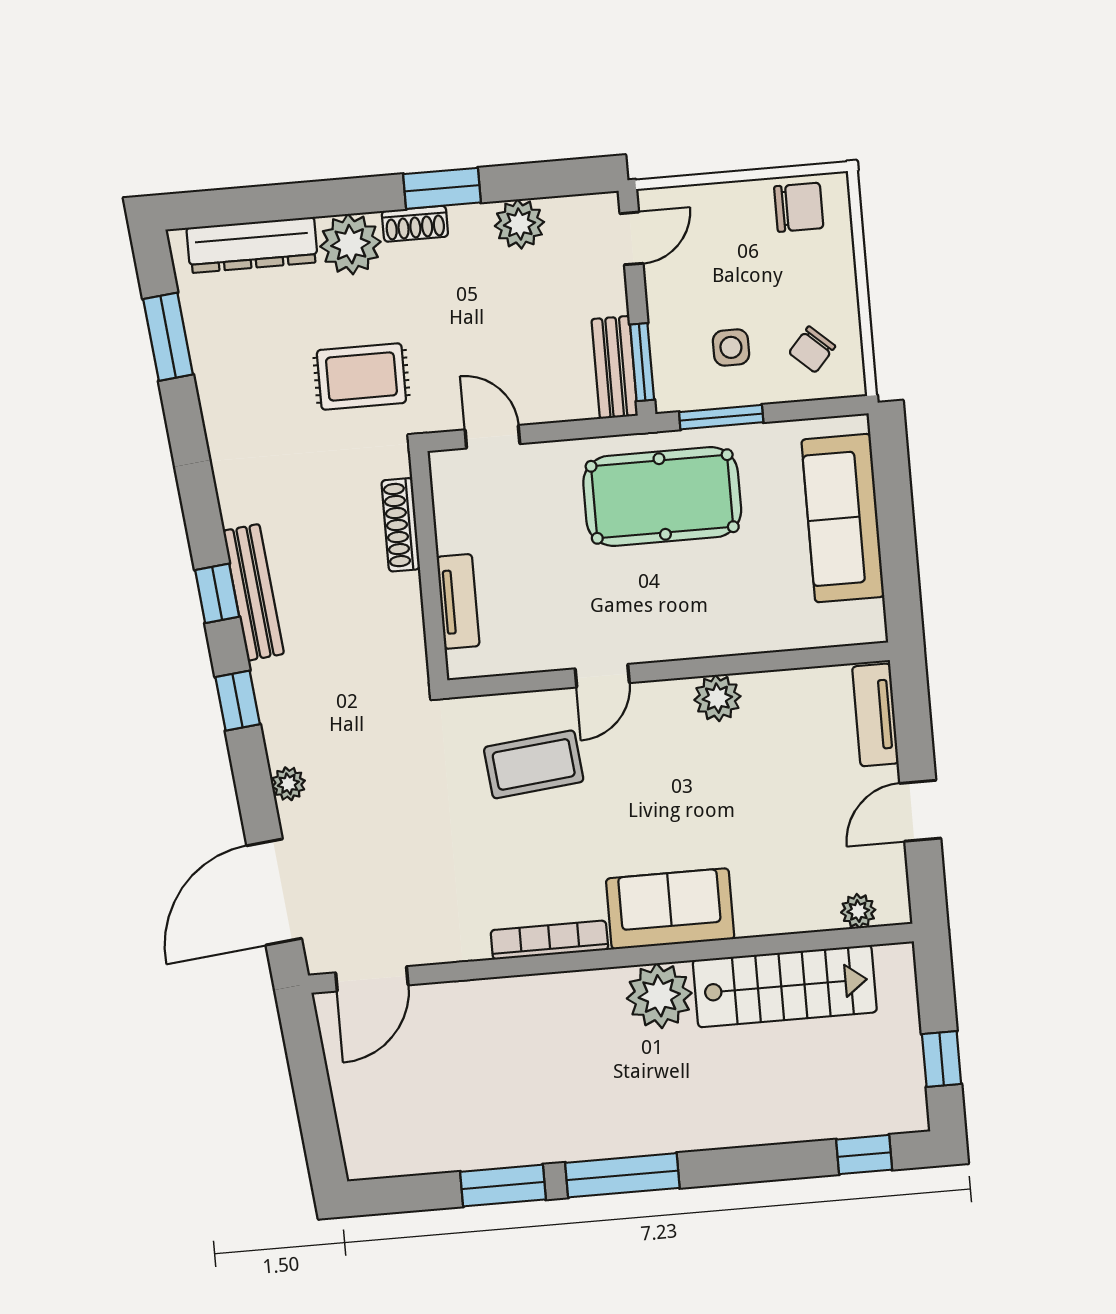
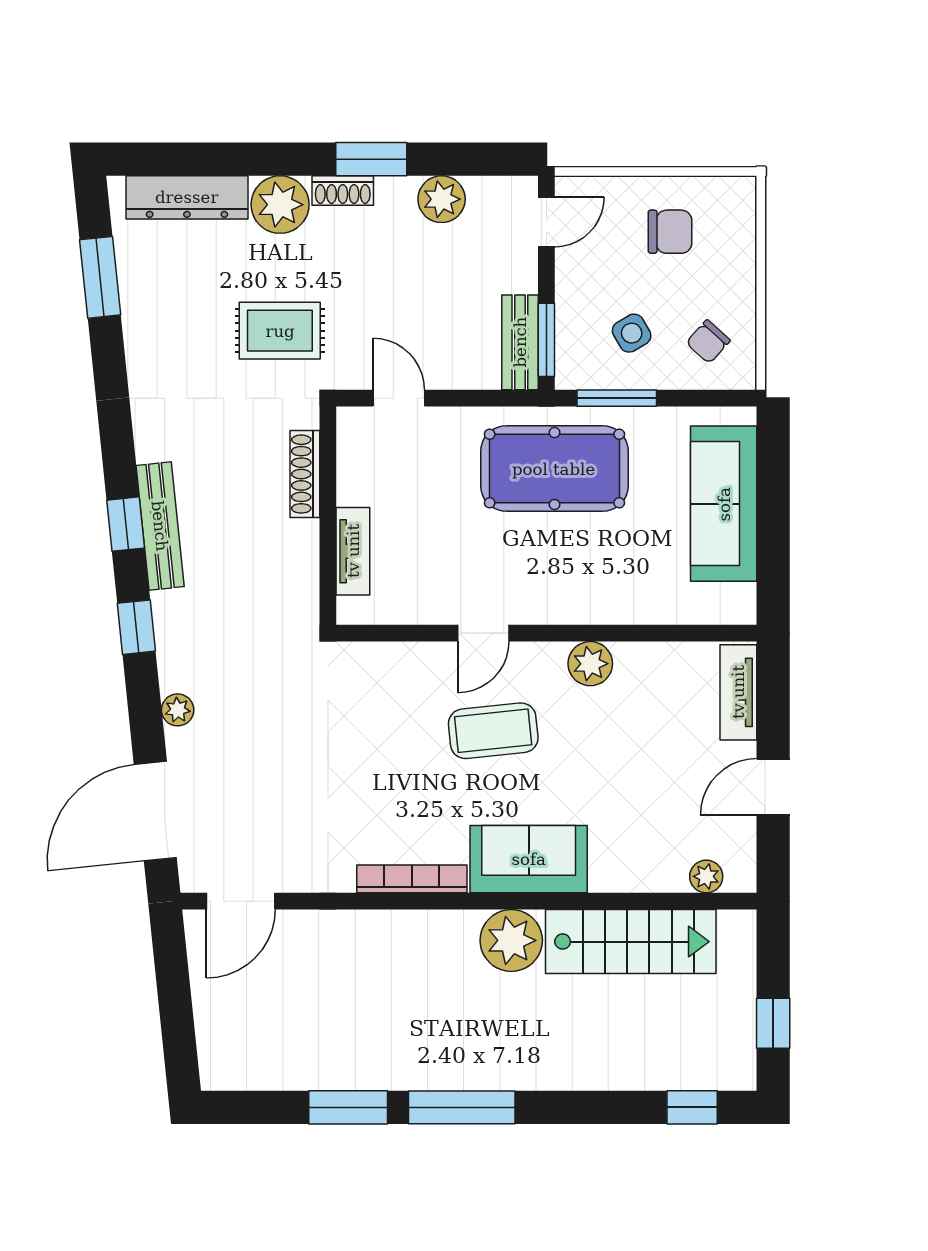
chair: (799, 207) -> (670, 232), moved
side table: (731, 347) -> (632, 333), turned -30
coffee table: (534, 764) -> (493, 731), moved

